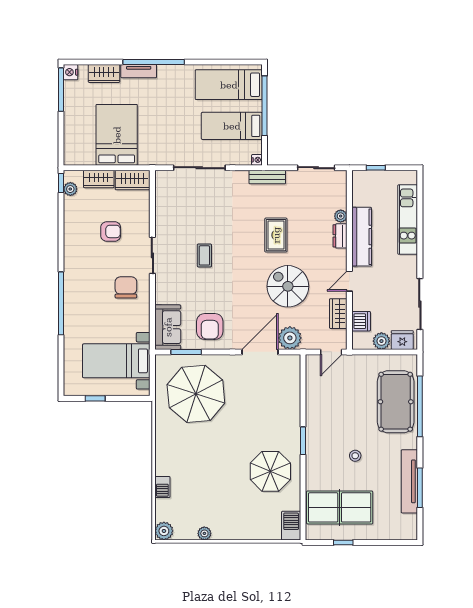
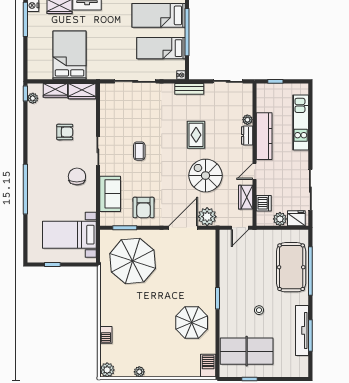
sofa: (168, 327) -> (110, 194), moved

